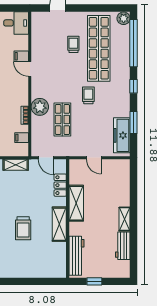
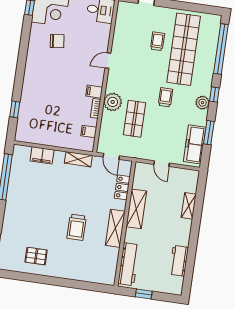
plant: (124, 18) -> (202, 103), moved
filing cabinet: (21, 56) -> (94, 92), moved
door: (30, 69) -> (108, 61), hinge flipped
shelving: (125, 219) -> (189, 206), moved

